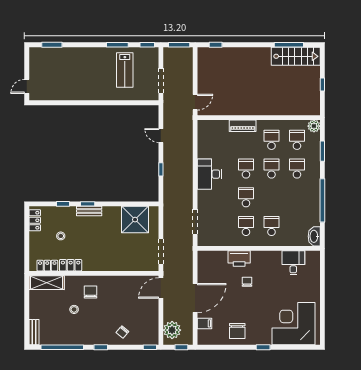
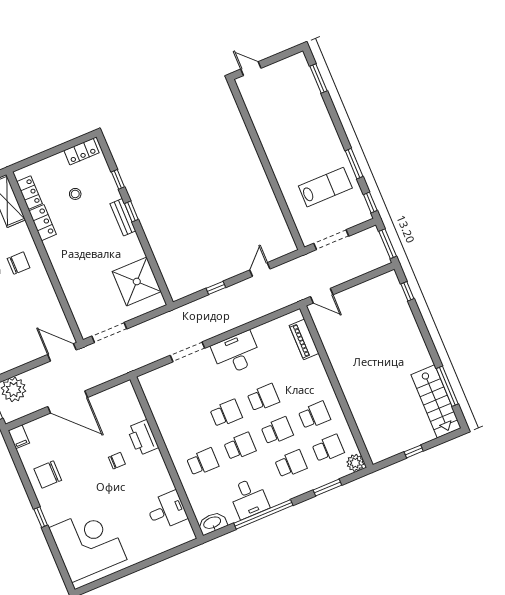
lab bench: (125, 70) -> (325, 187), turned 180
piano: (243, 126) -> (304, 339), moved
desk: (308, 206) -> (249, 498), added
doorway: (195, 222) -> (188, 352), moved
school desk: (246, 226) -> (240, 446), moved
filing cabinet: (204, 323) -> (19, 437), moved

